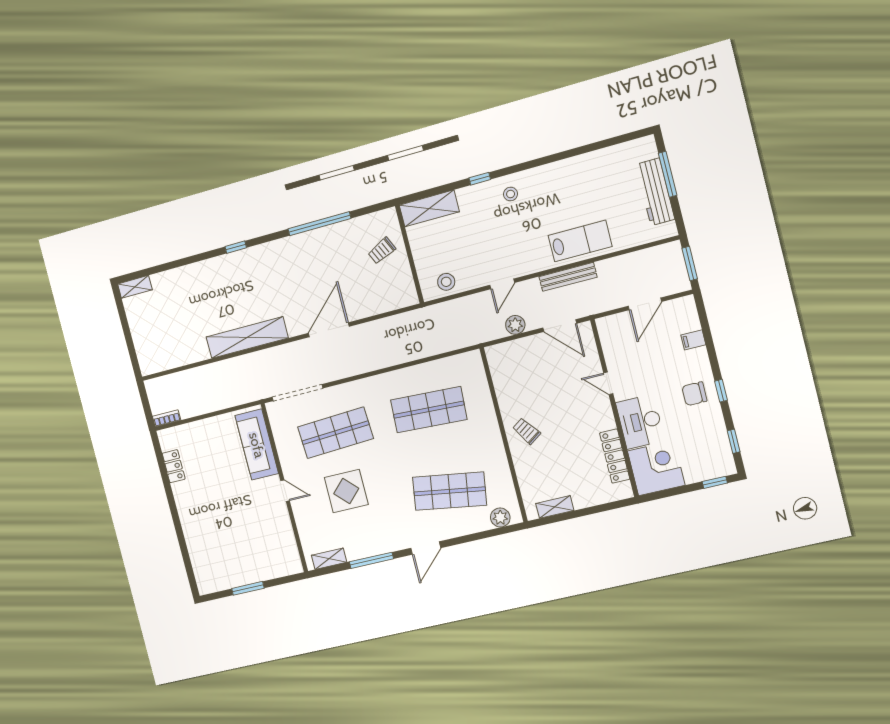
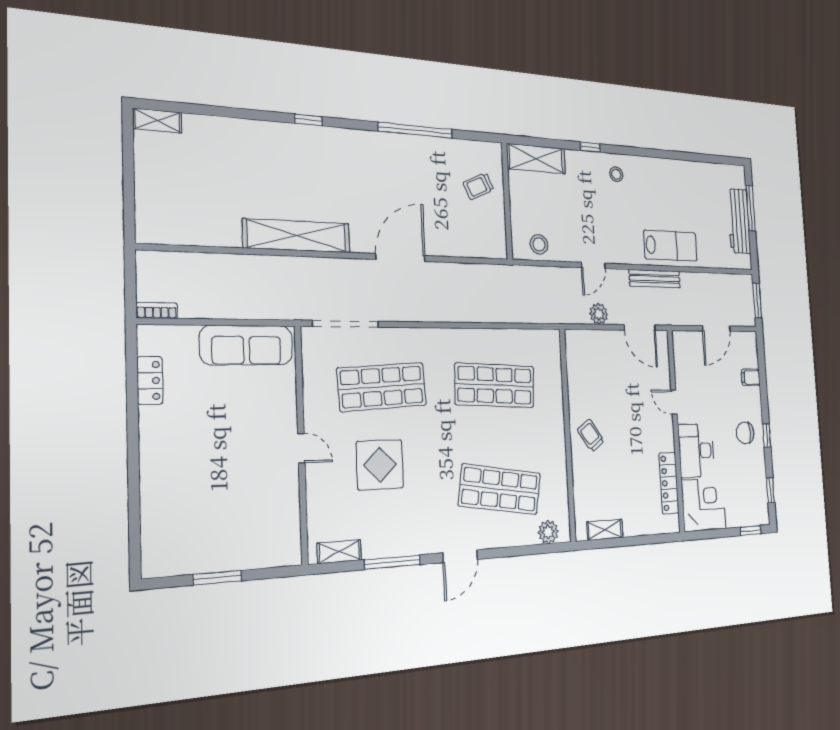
sofa: (257, 445) -> (246, 345), moved, turned -90

